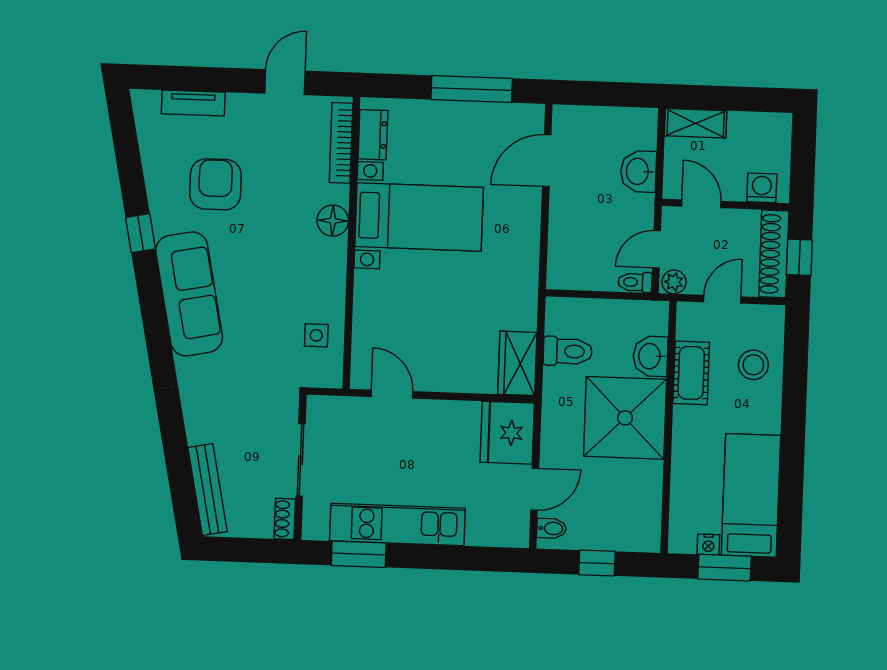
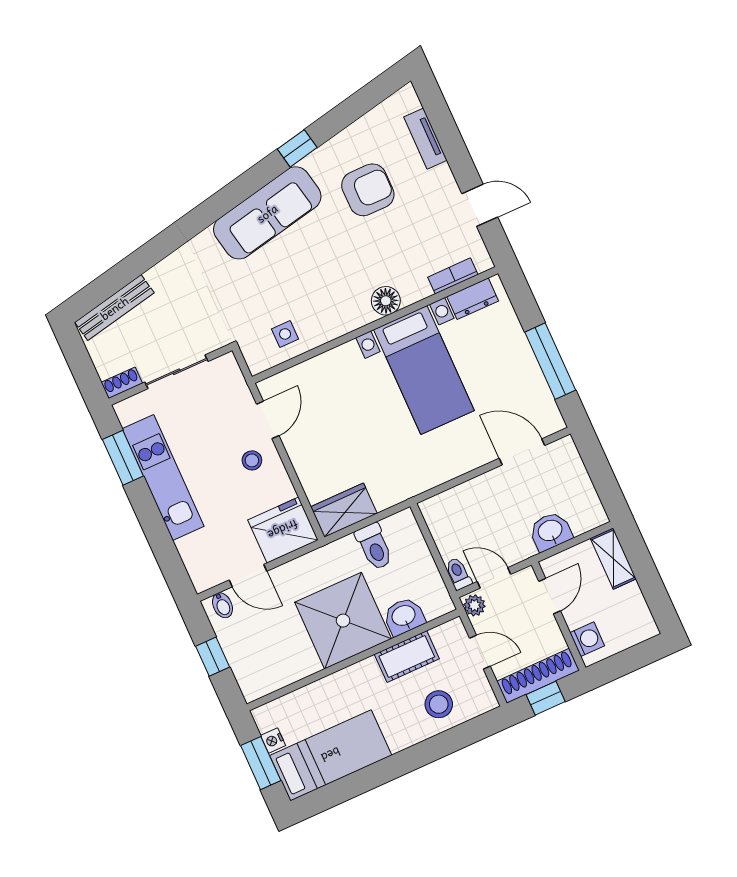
bookcase: (341, 143) -> (453, 276), width x0.64
stool: (424, 429) -> (252, 460), added

